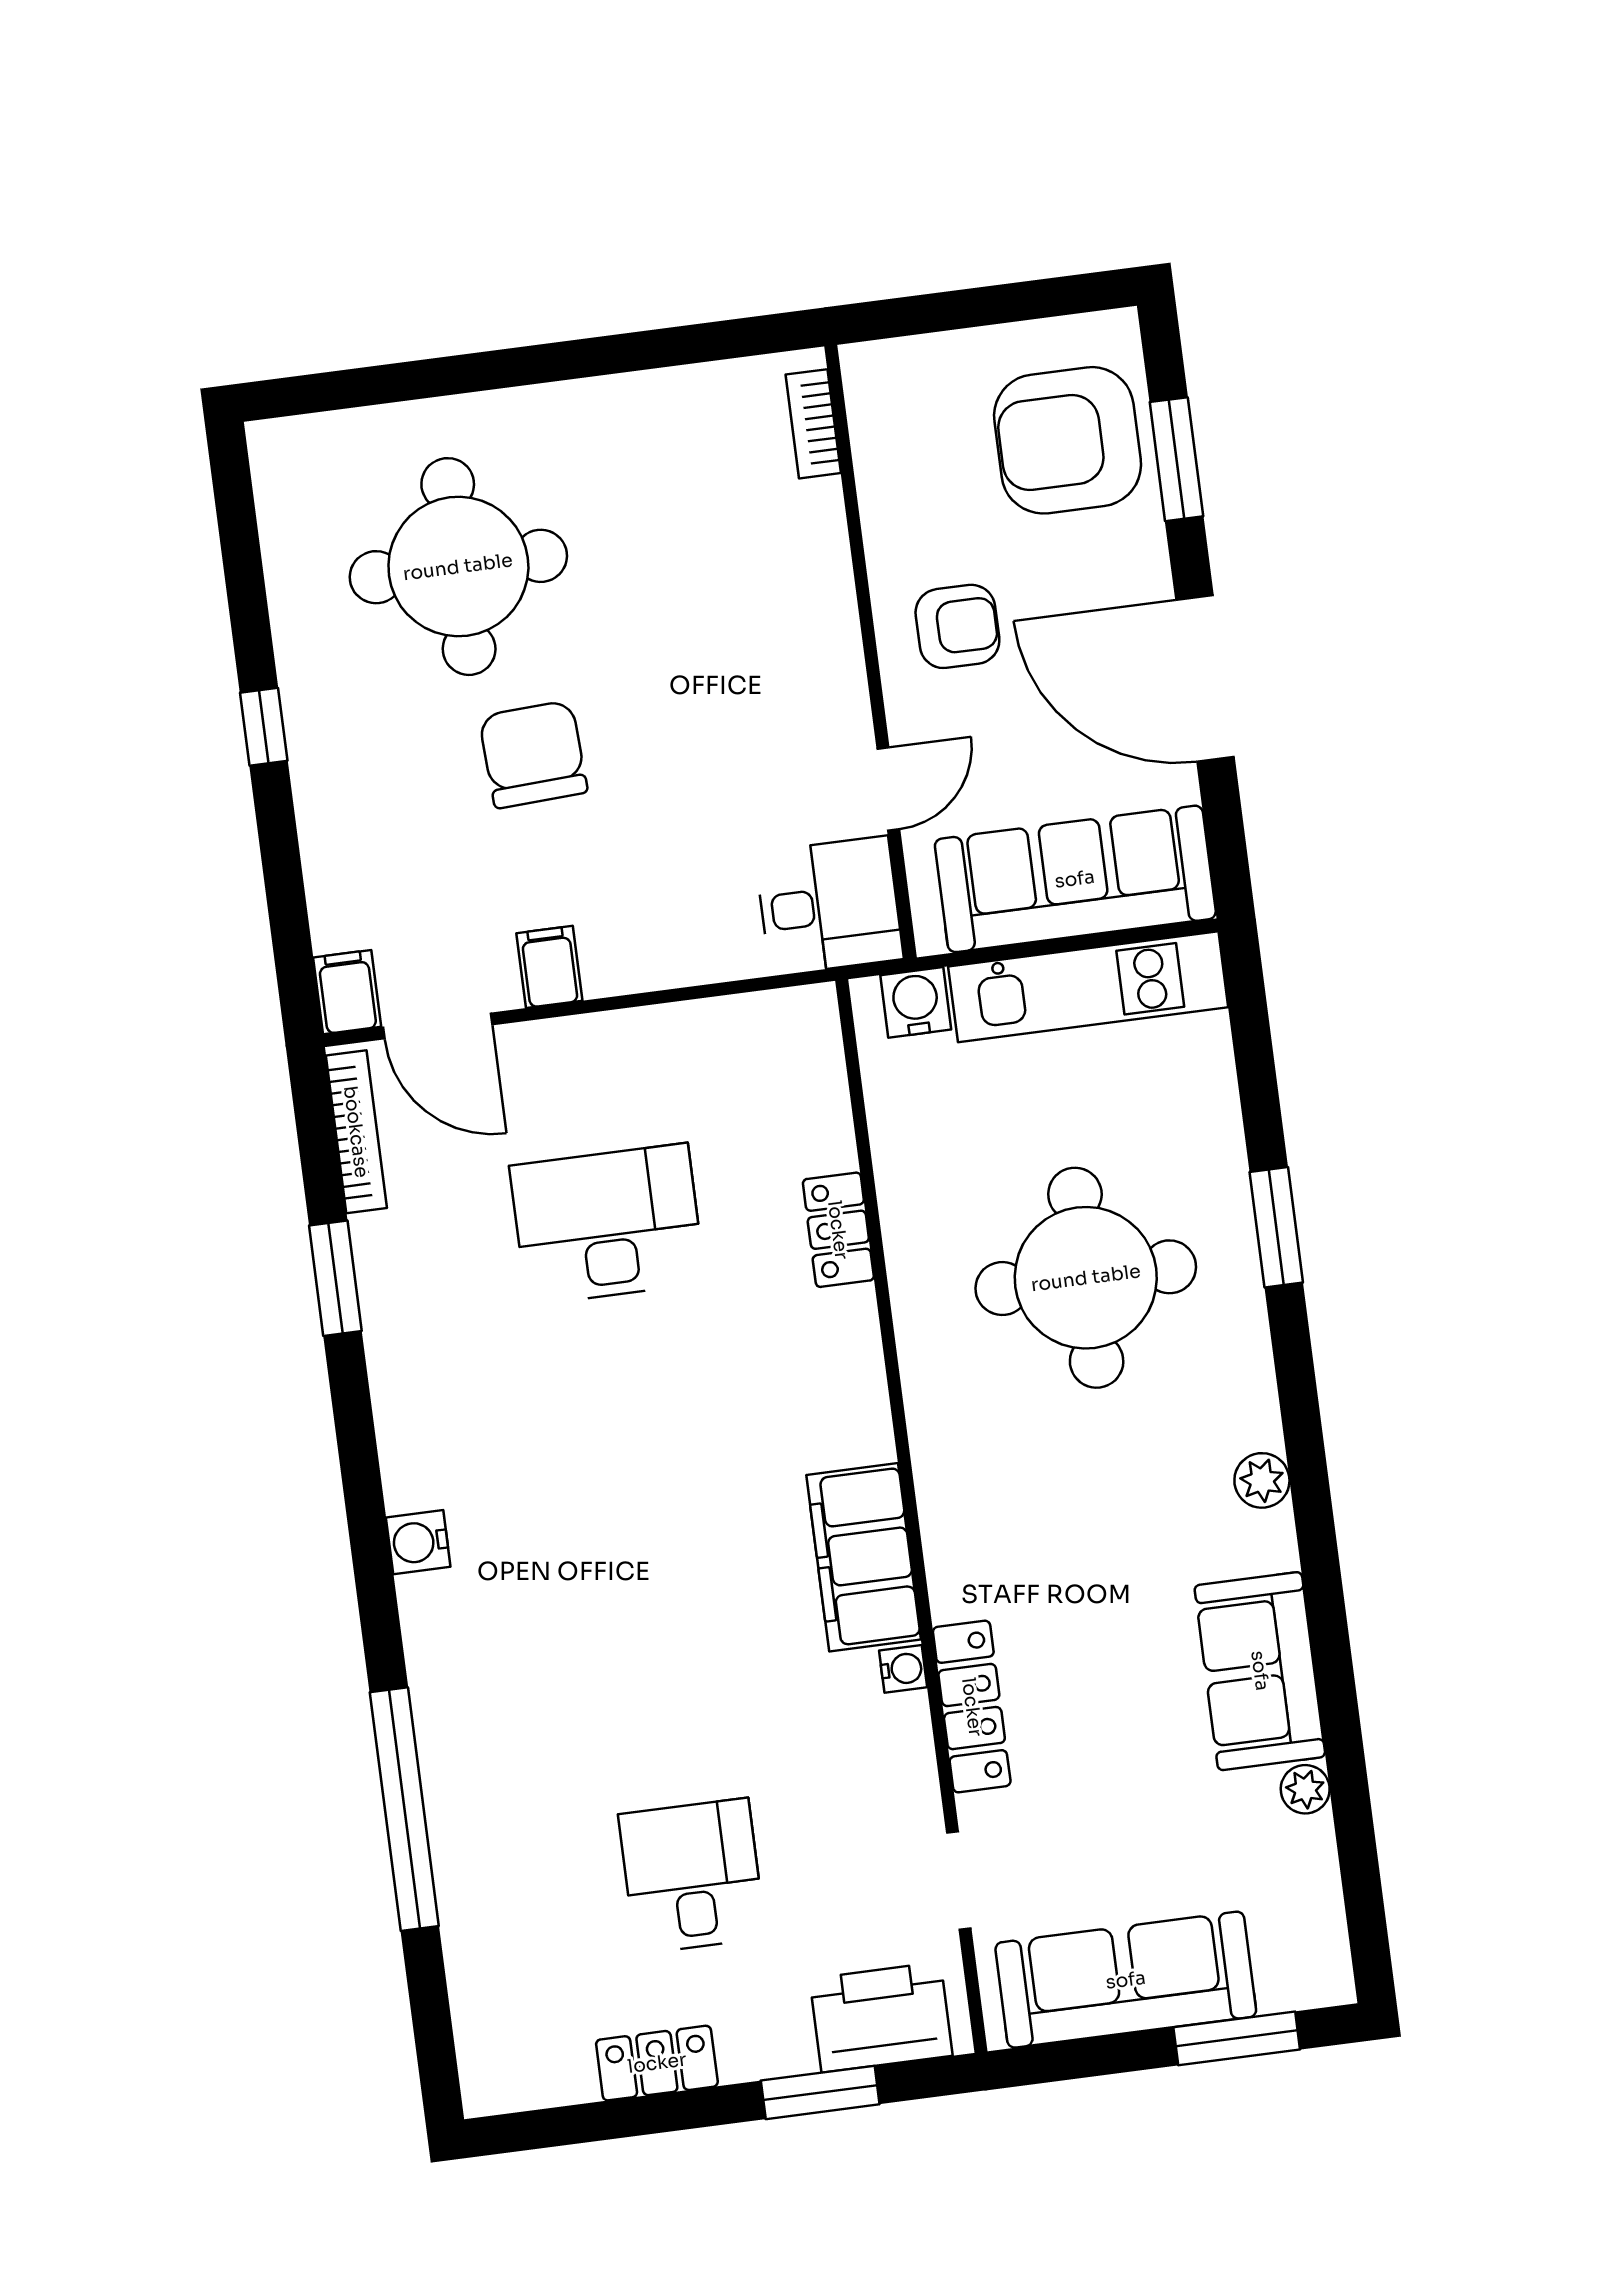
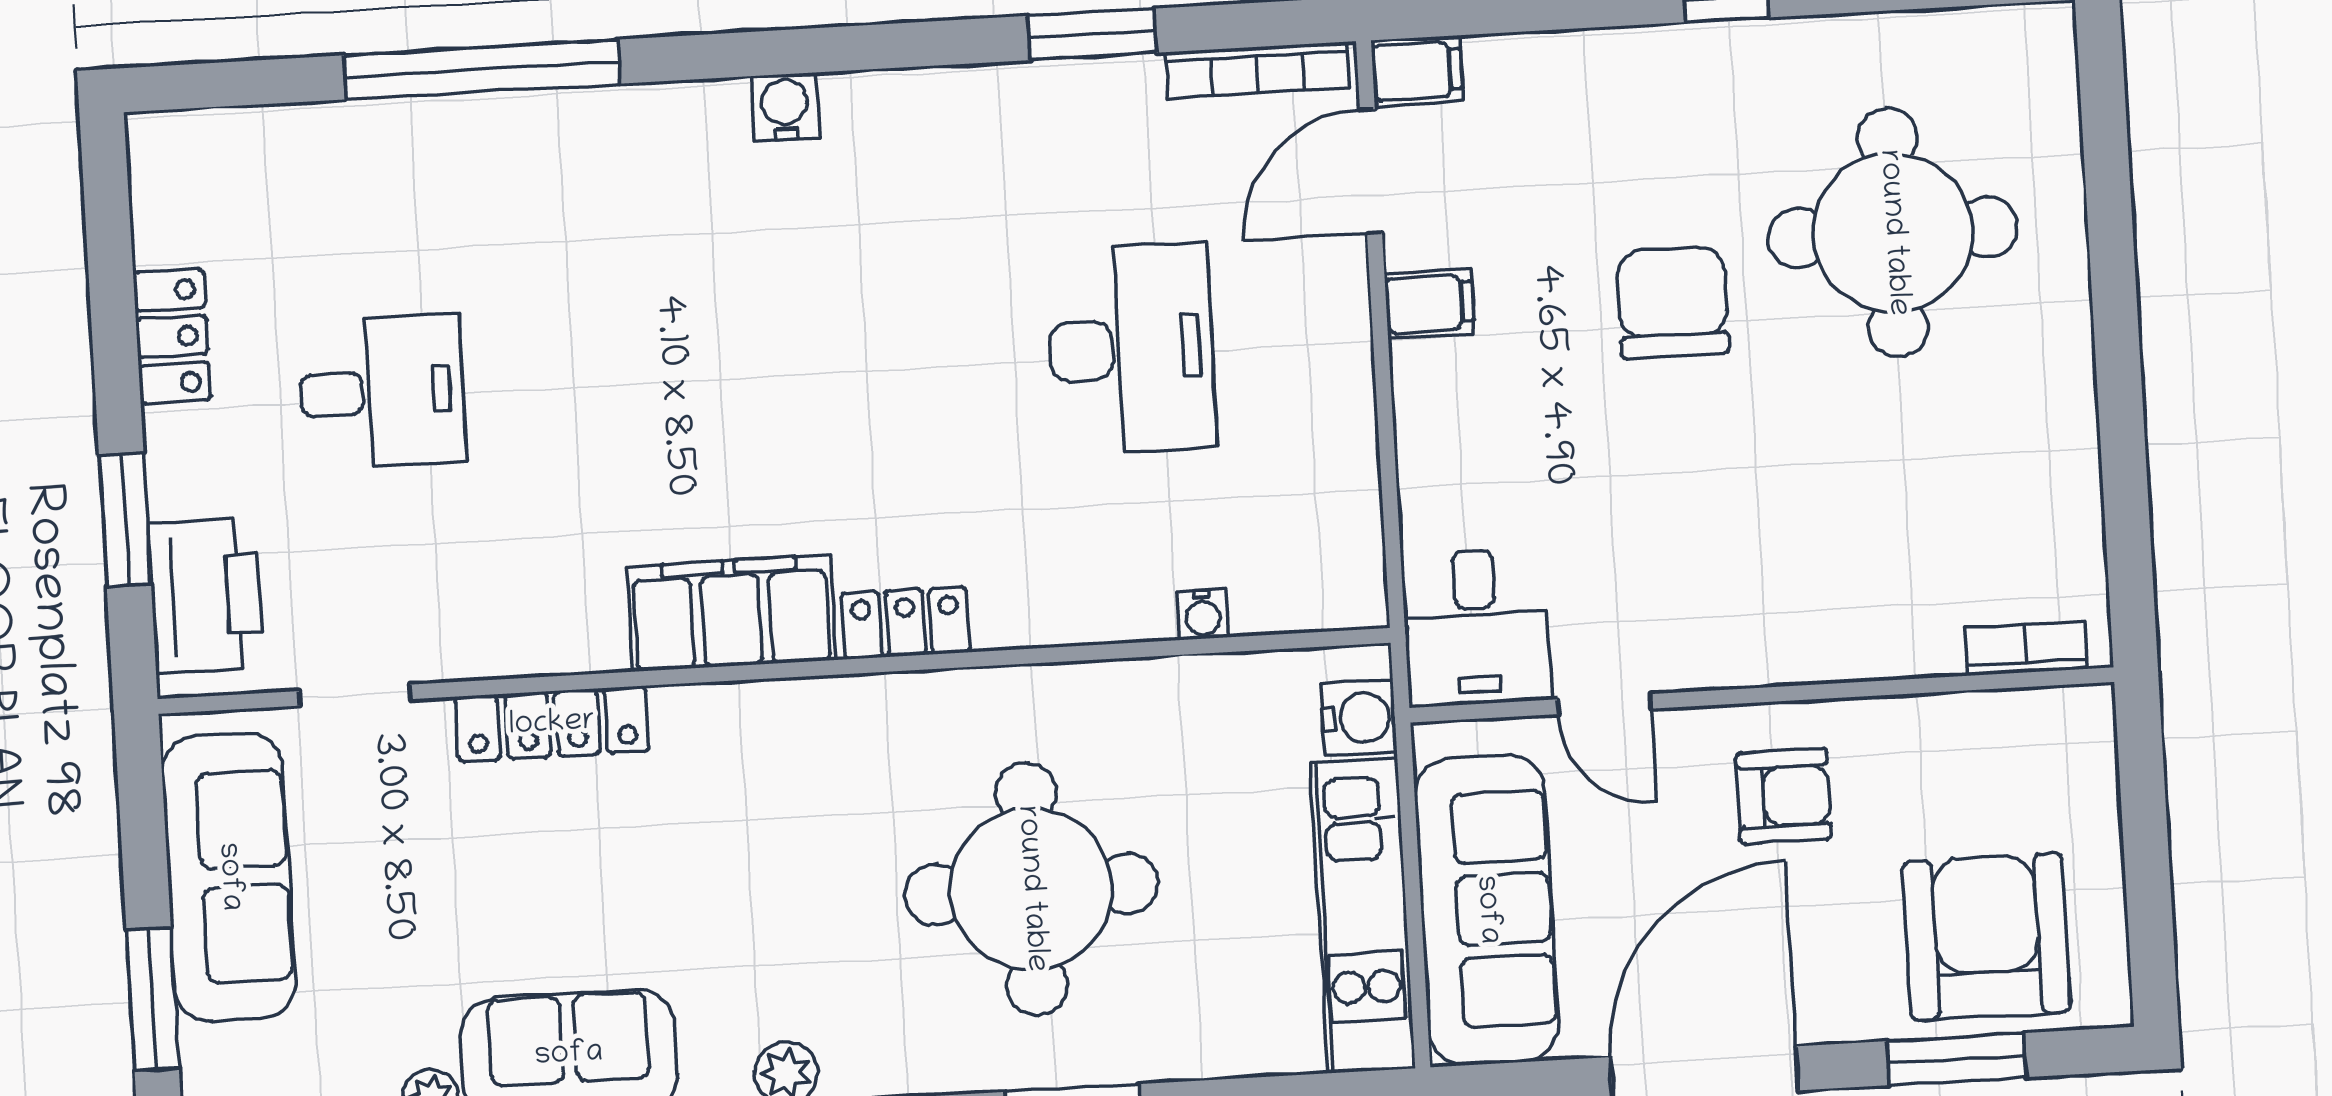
armchair: (957, 626) -> (1784, 796), turned -90
chair: (533, 754) -> (1673, 302), turned -87
locker: (838, 1230) -> (905, 623), moved
water cooler: (903, 1669) -> (1203, 614), moved

